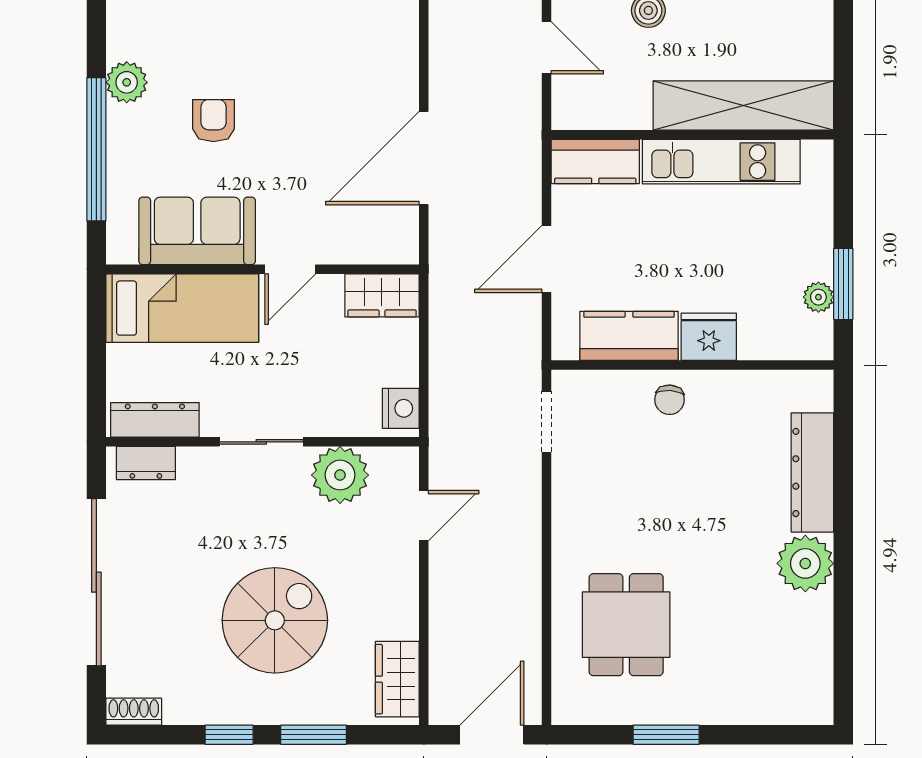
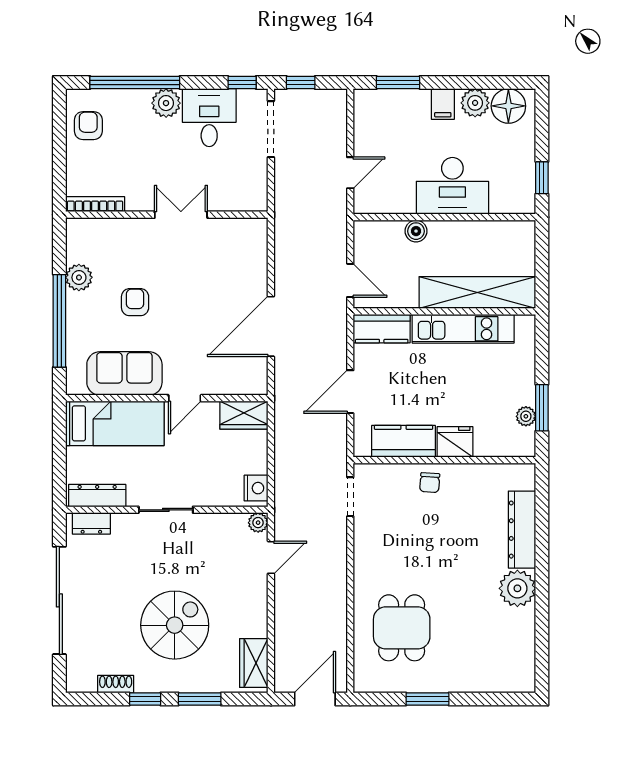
door: (547, 48) -> (350, 280), moved
plant: (340, 475) -> (258, 523), moved, width x0.53, depth x0.53
shoe rack: (134, 712) -> (116, 684), moved

